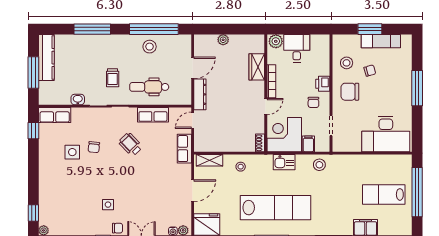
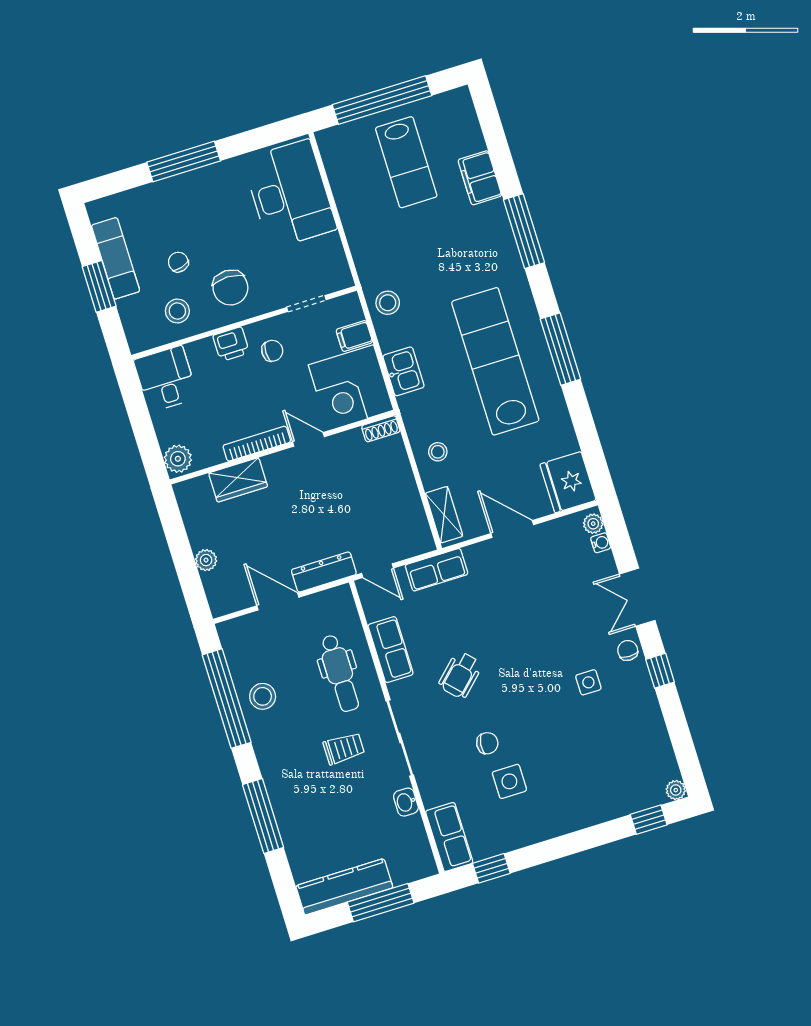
desk: (297, 48) -> (166, 379), moved, turned 90

